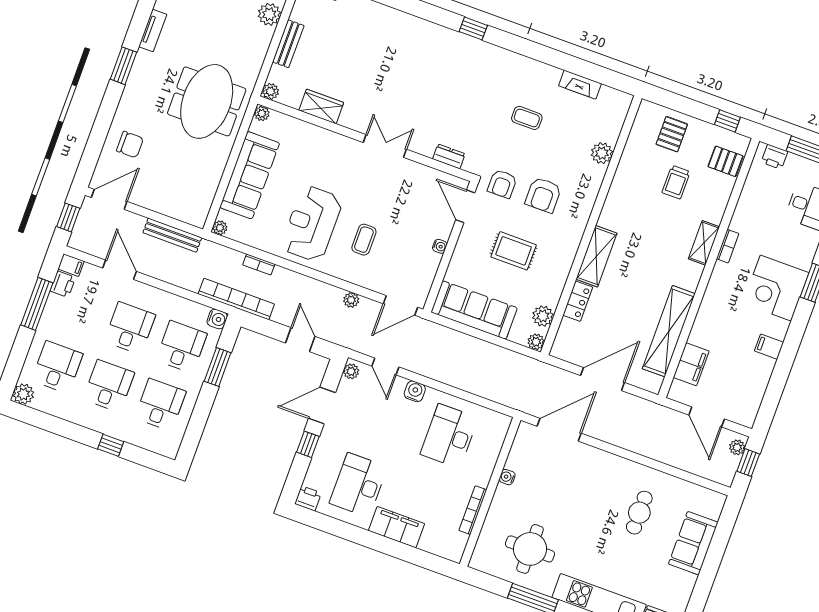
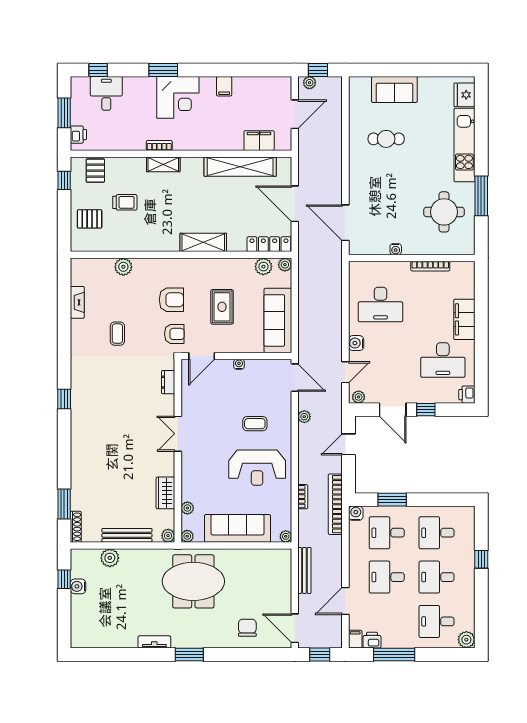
bench: (288, 44) -> (127, 535), width x1.36
plant: (294, 126) -> (187, 508), added
locker: (578, 301) -> (269, 244), moved, width x1.53

